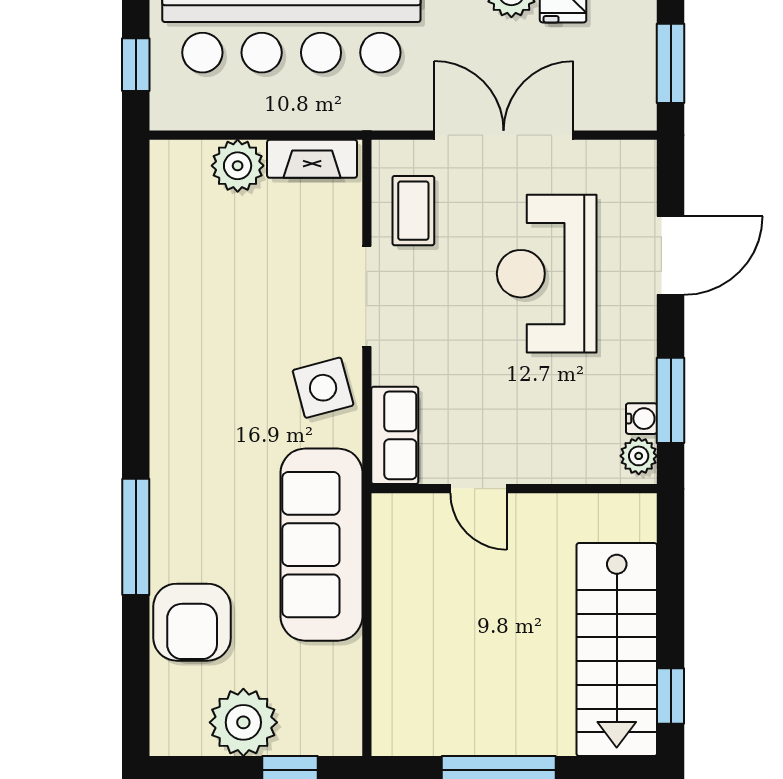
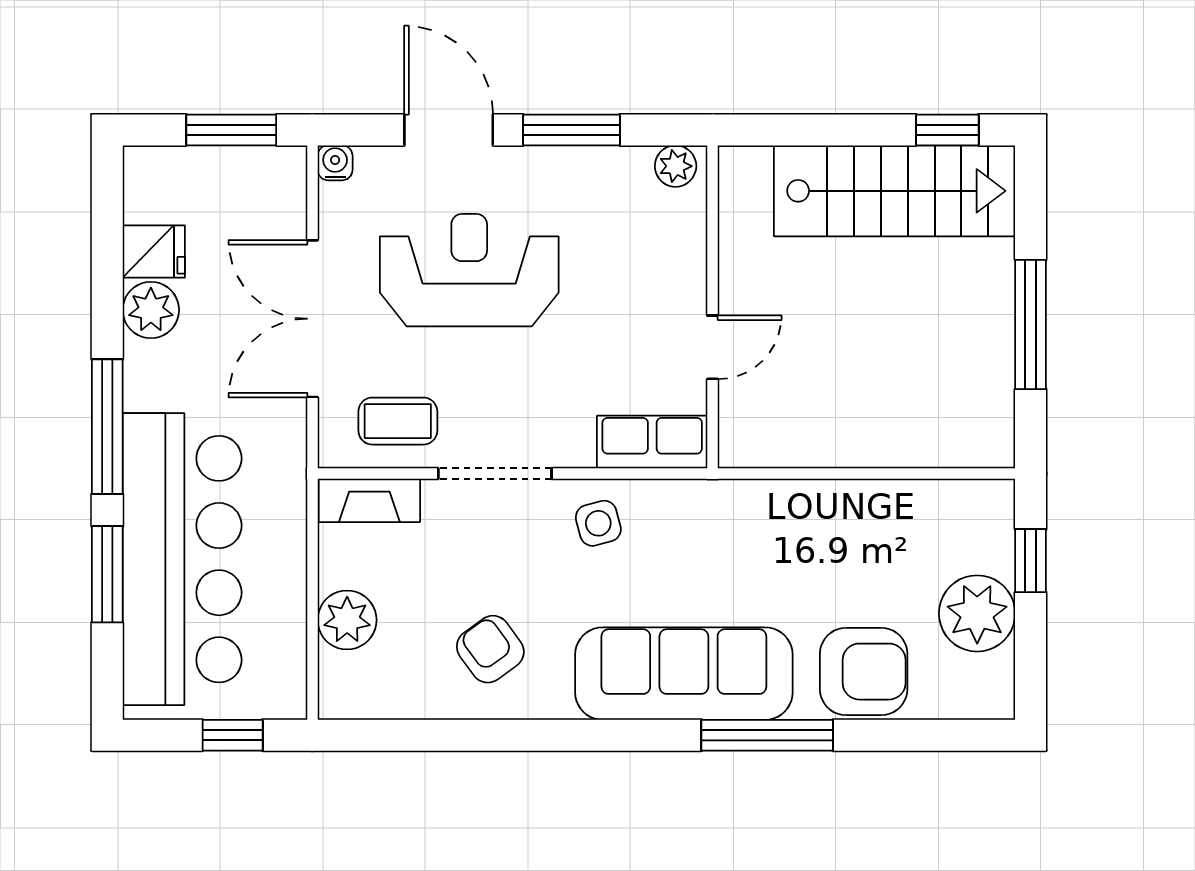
fireplace: (312, 159) -> (369, 500), moved, turned 90
reception desk: (547, 274) -> (469, 270), turned 180
armchair: (212, 292) -> (490, 649), added
side table: (323, 388) -> (598, 523), width x0.73, depth x0.73
window: (671, 400) -> (572, 130), moved
water cooler: (642, 419) -> (335, 163), moved
sofa: (321, 545) -> (684, 674), moved, turned 180

